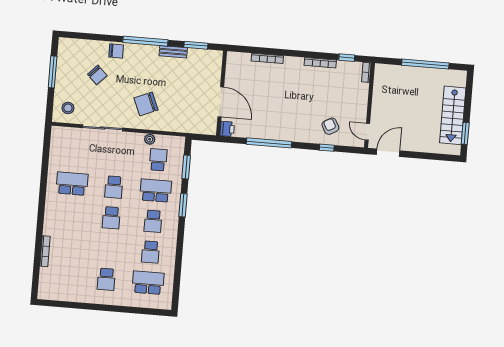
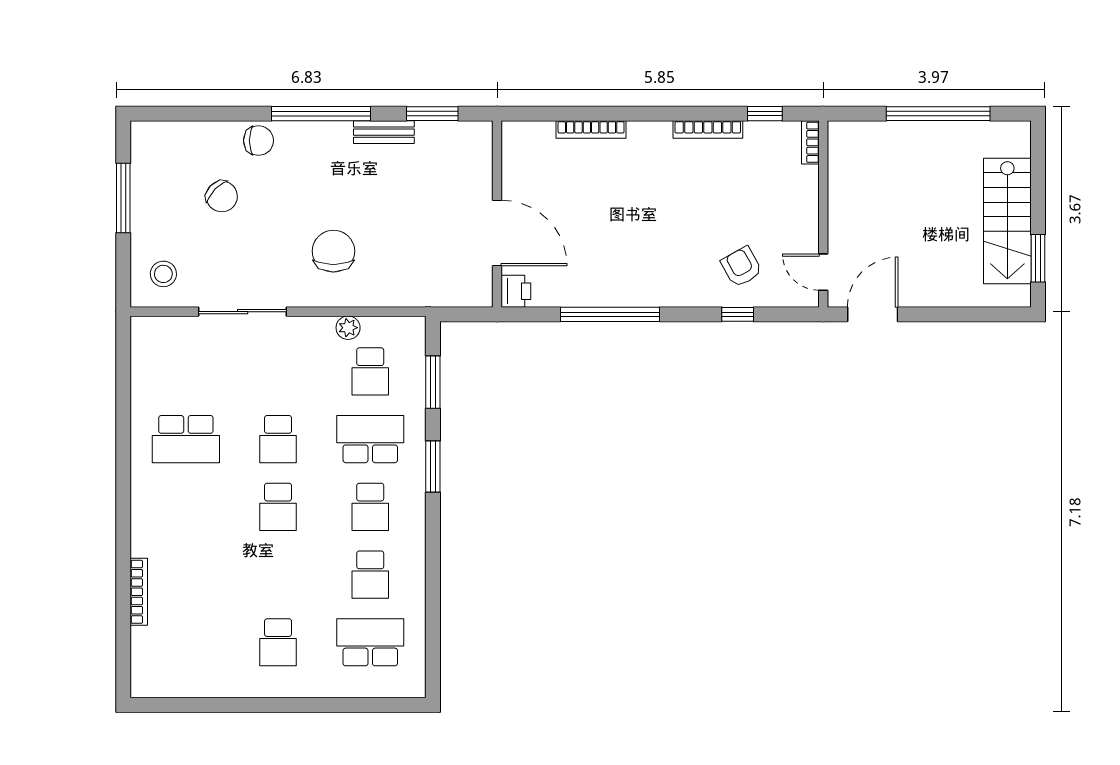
chair: (146, 104) -> (333, 251), turned 113
school desk: (158, 160) -> (370, 371), turned 180
school desk: (72, 184) -> (186, 439), turned 180

